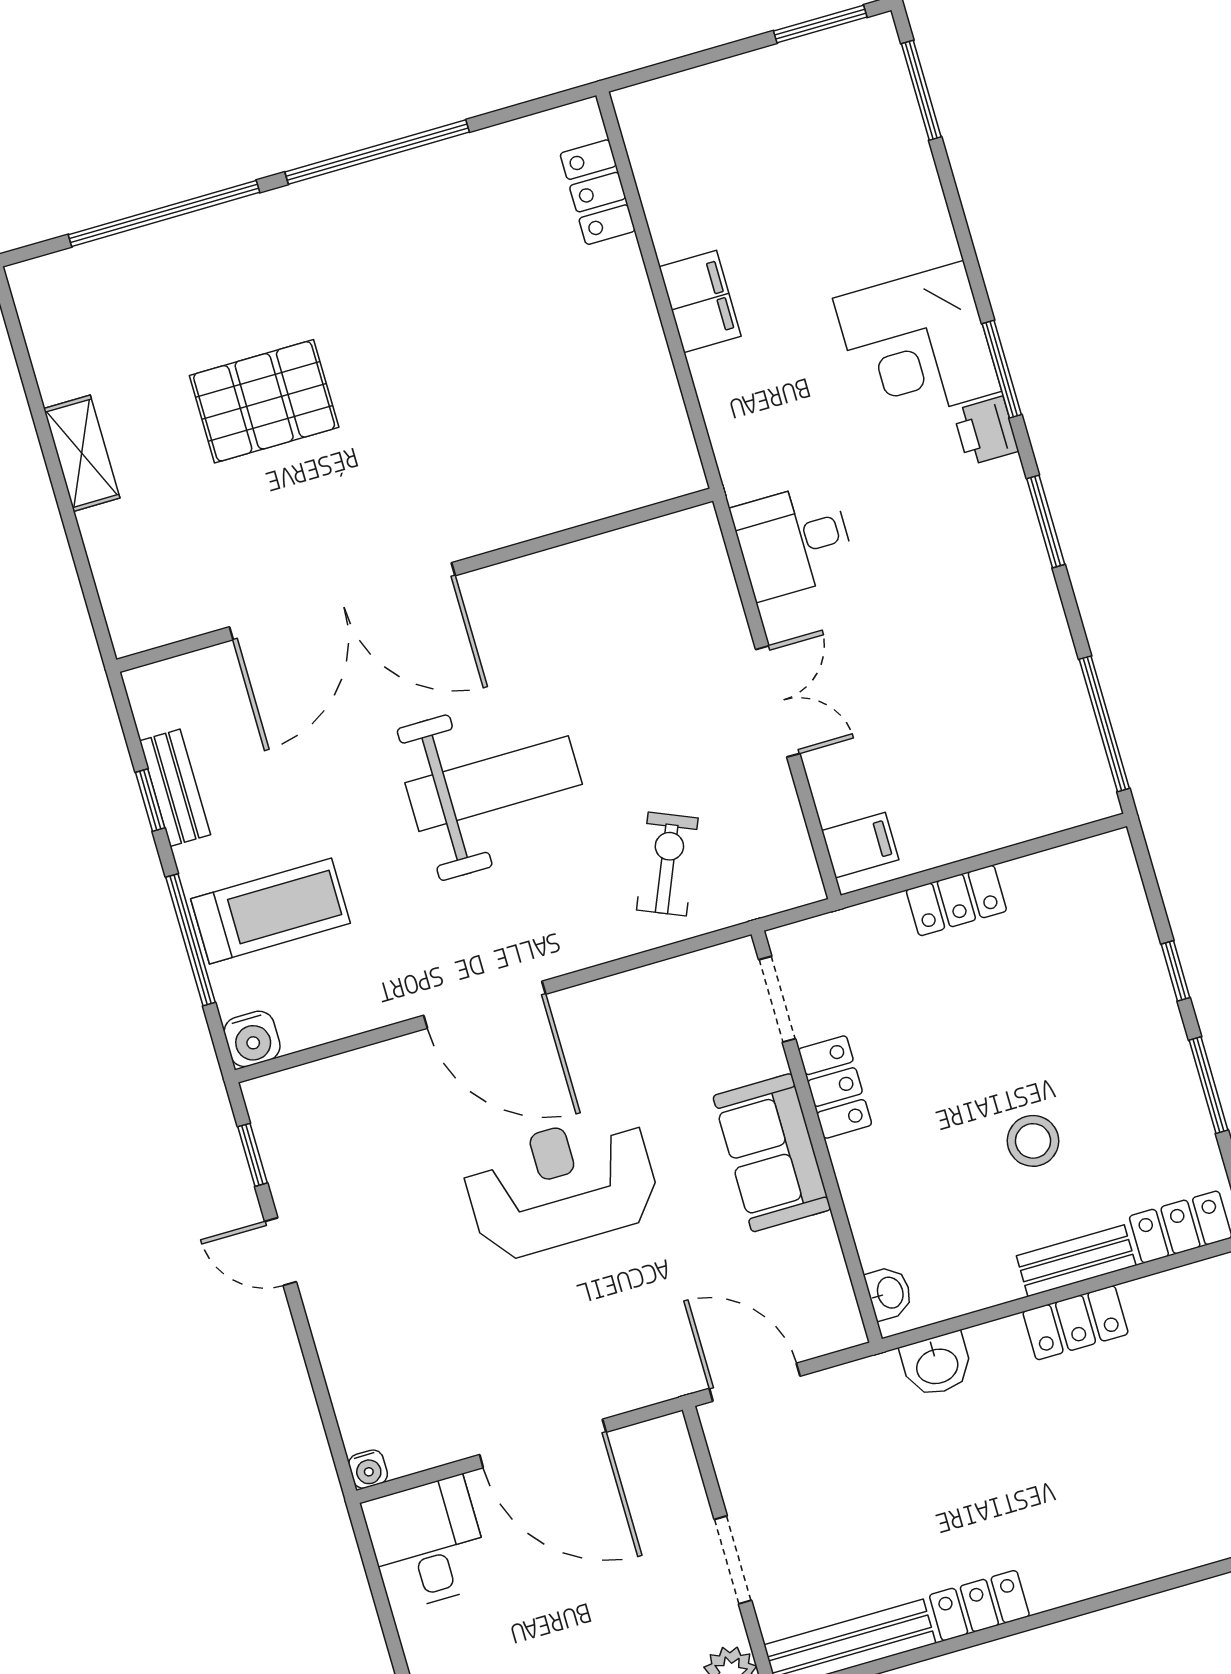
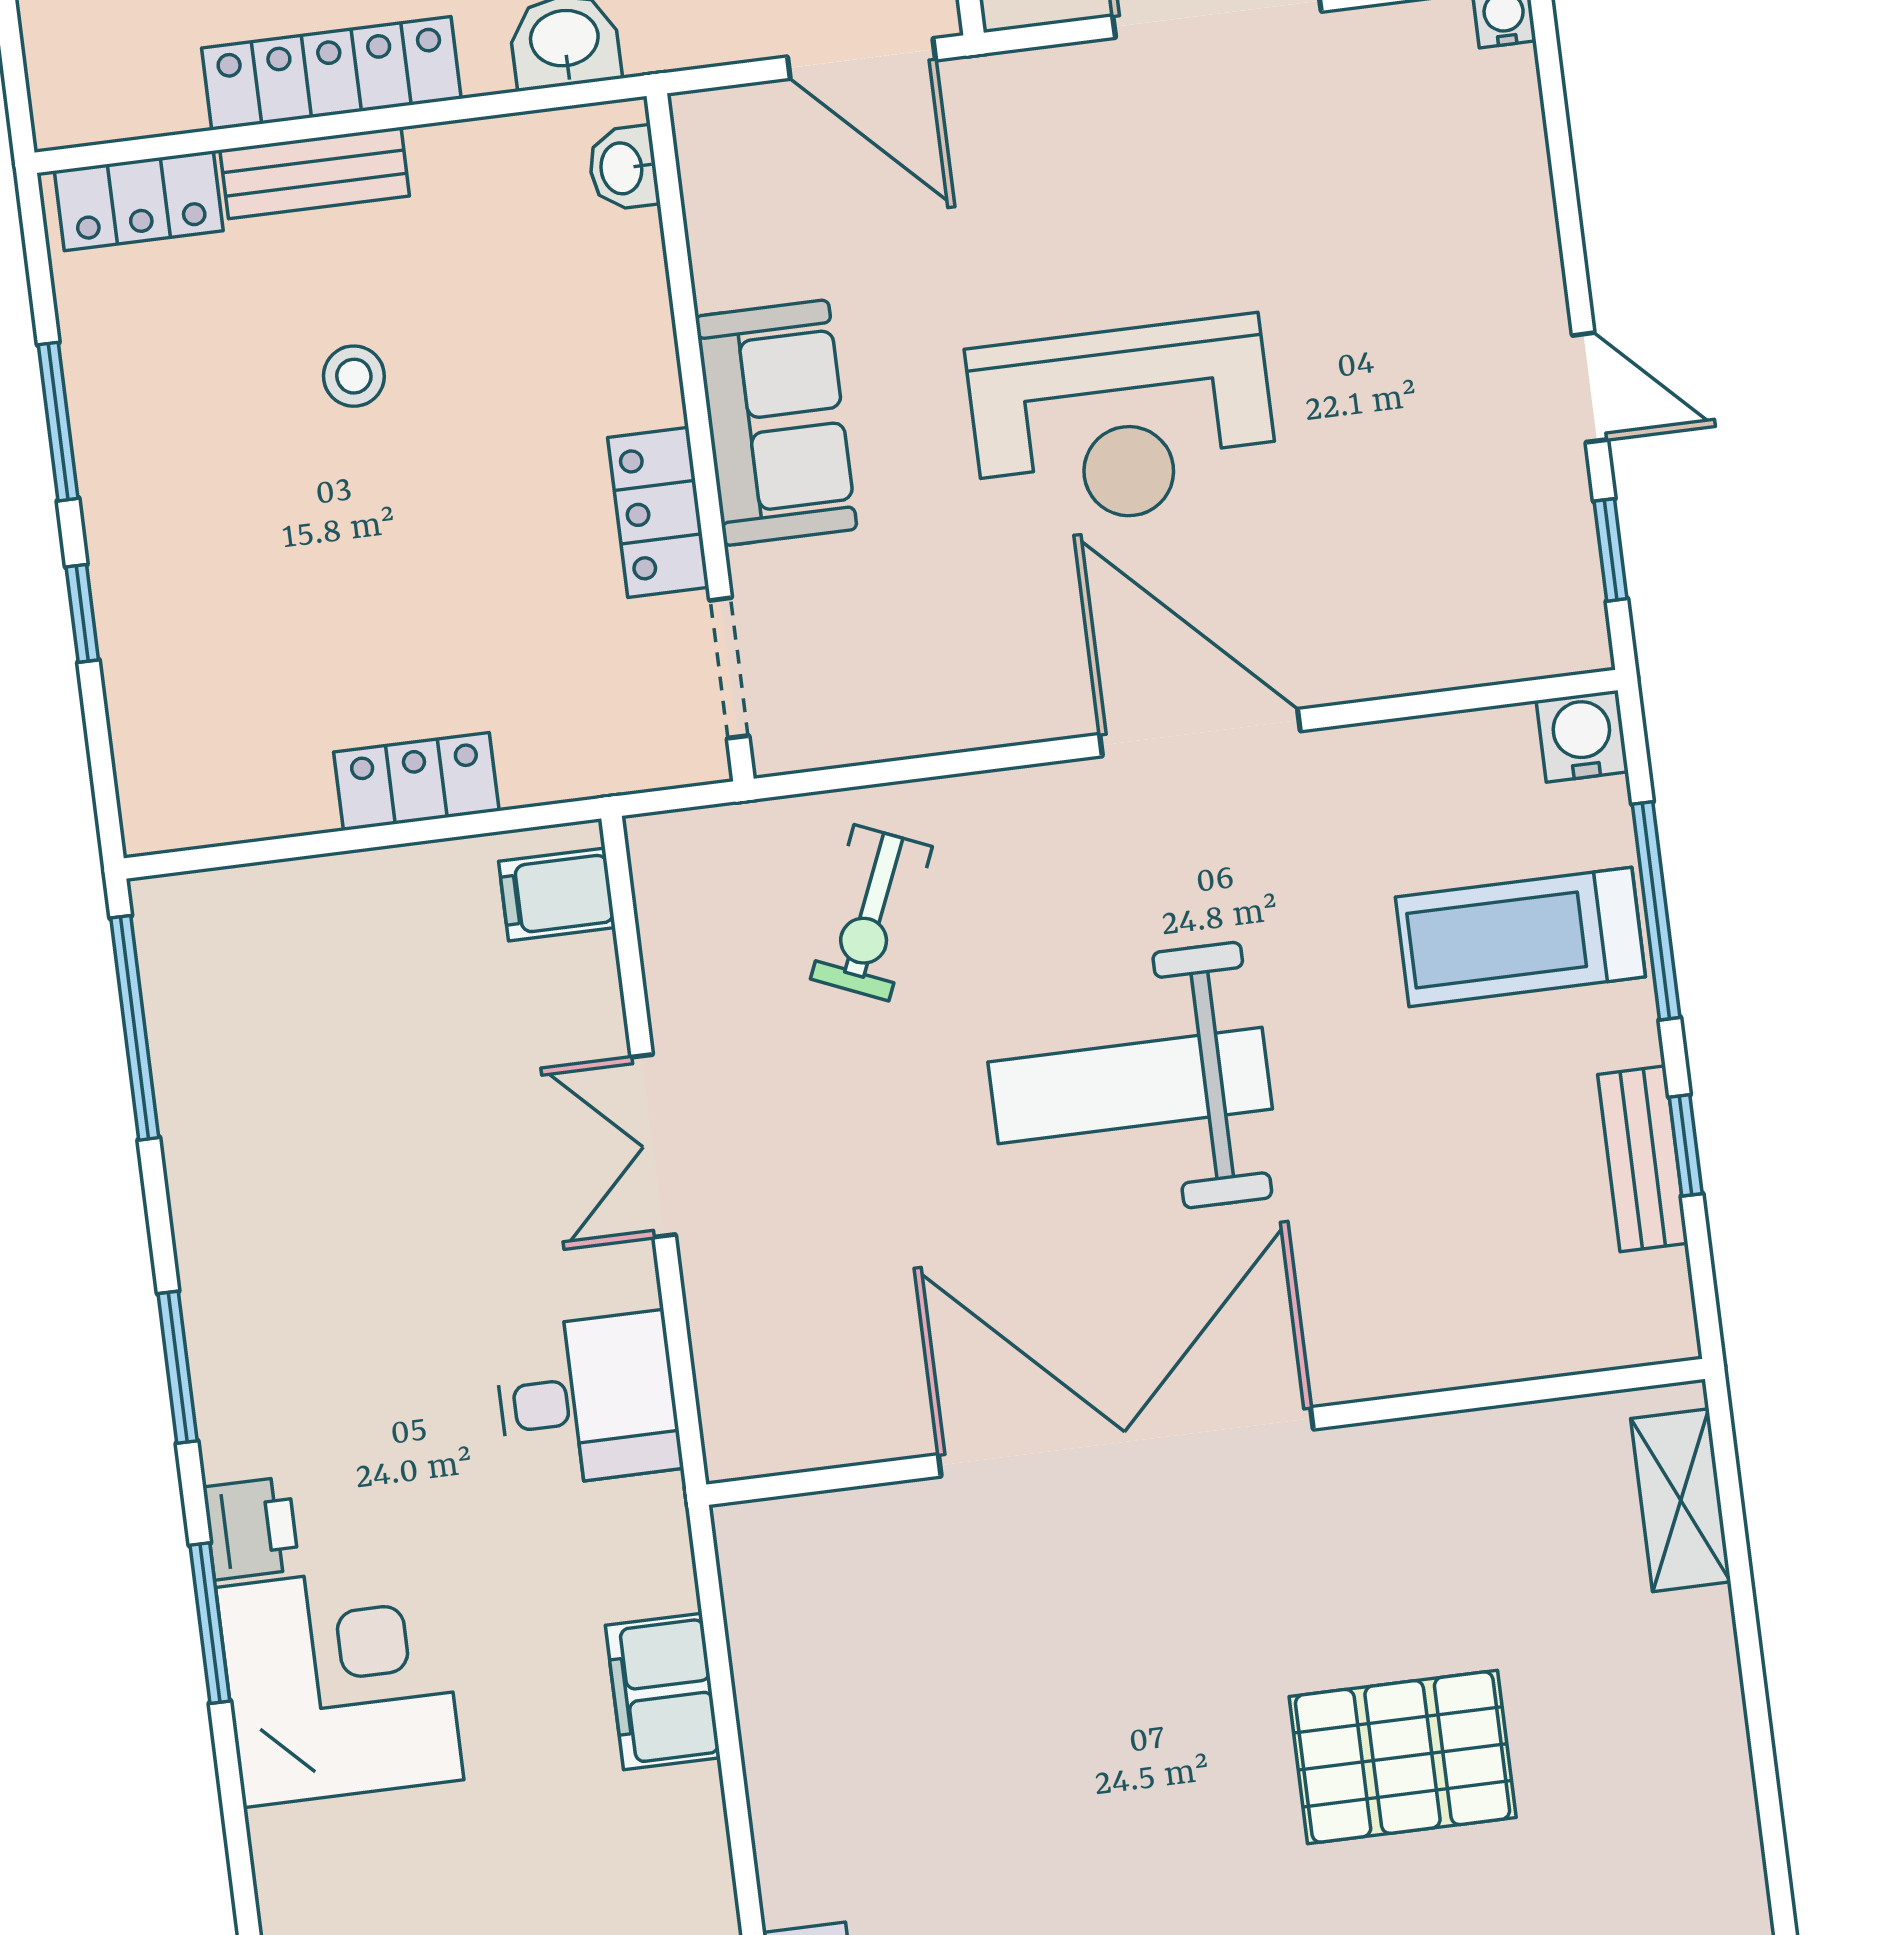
filing cabinet: (700, 301) -> (663, 1692), moved
shelving: (82, 453) -> (1681, 1500), moved
double door: (342, 601) -> (1126, 1442), moved
stool: (1033, 1141) -> (354, 376), width x0.73, depth x0.73
locker: (1075, 1323) -> (331, 73), width x1.53

